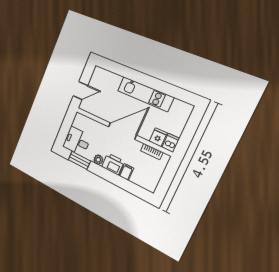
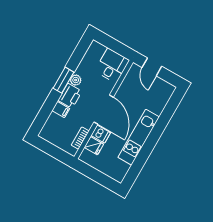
desk: (77, 141) -> (112, 66), moved
dishwasher: (171, 143) -> (101, 134), moved
window: (79, 160) -> (63, 80), moved

